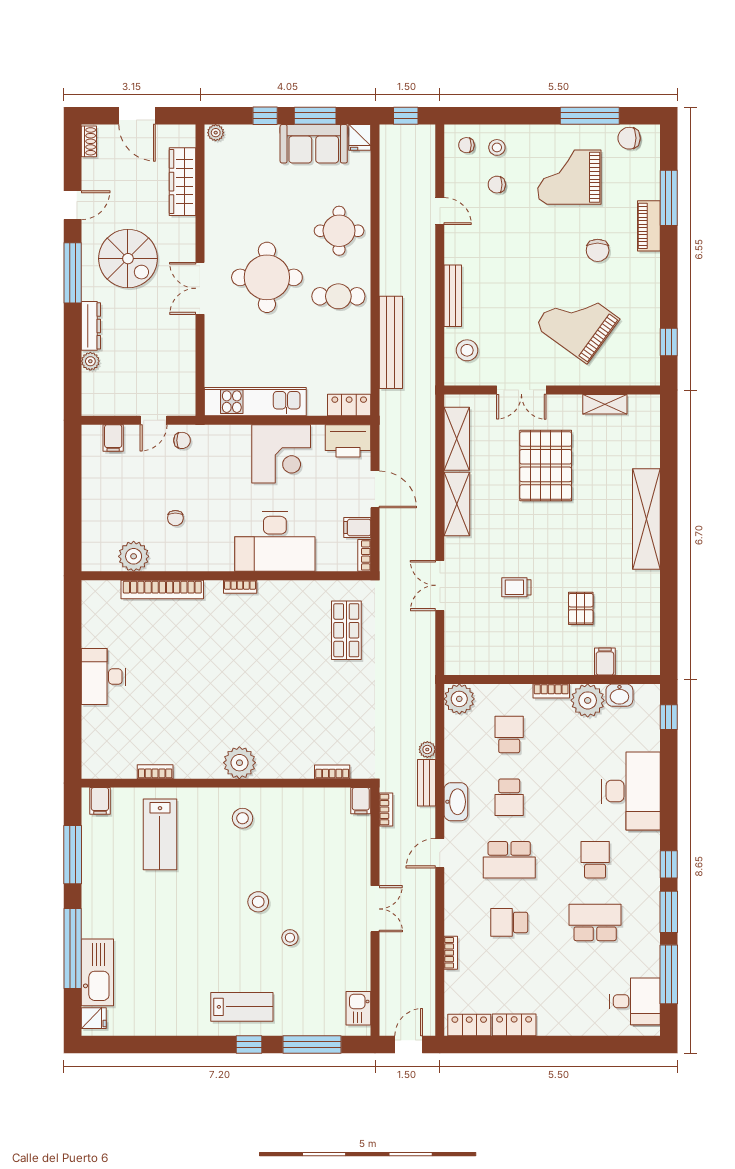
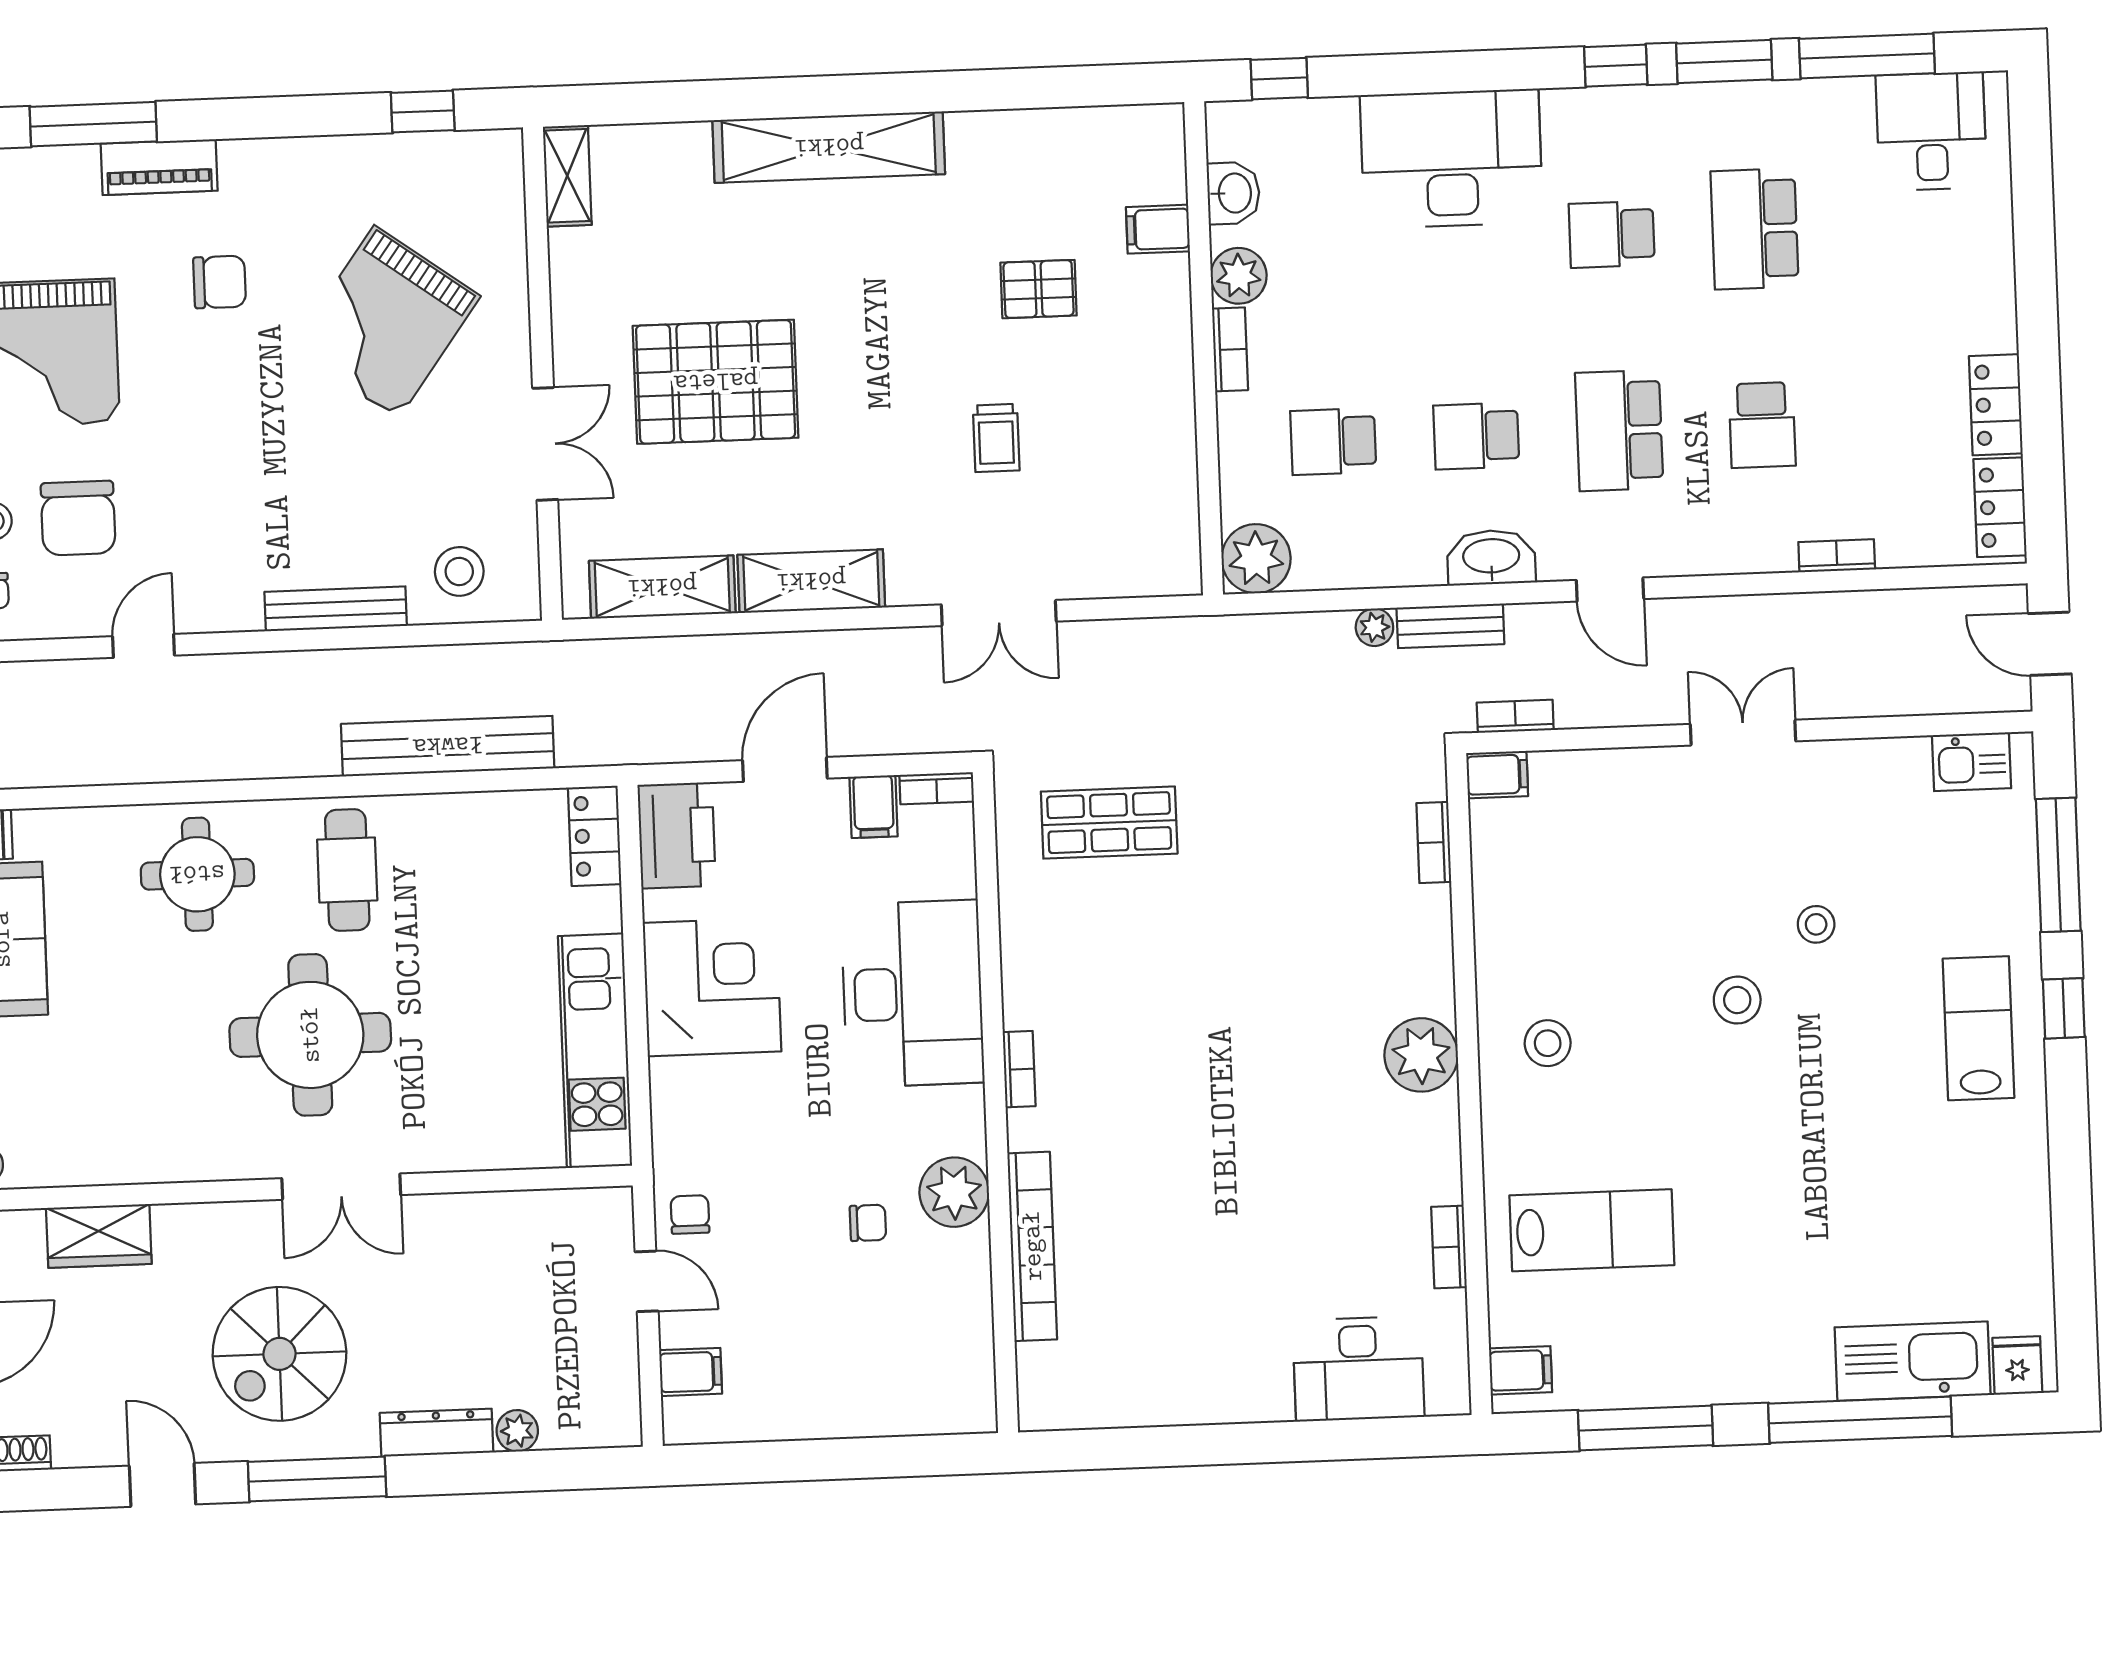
wardrobe: (183, 182) -> (99, 1236), width x0.67
chair: (497, 185) -> (78, 518), width x1.87, depth x1.87
spiral stairs: (128, 259) -> (279, 1354), turned 180
shelving: (605, 404) -> (567, 176), moved
plant: (134, 556) -> (954, 1192), moved
desk: (103, 677) -> (1358, 1369), moved
plant: (588, 700) -> (1239, 276), width x0.73, depth x0.73
school desk: (509, 797) -> (1476, 436), turned 180
school desk: (509, 860) -> (1619, 430), turned 180

